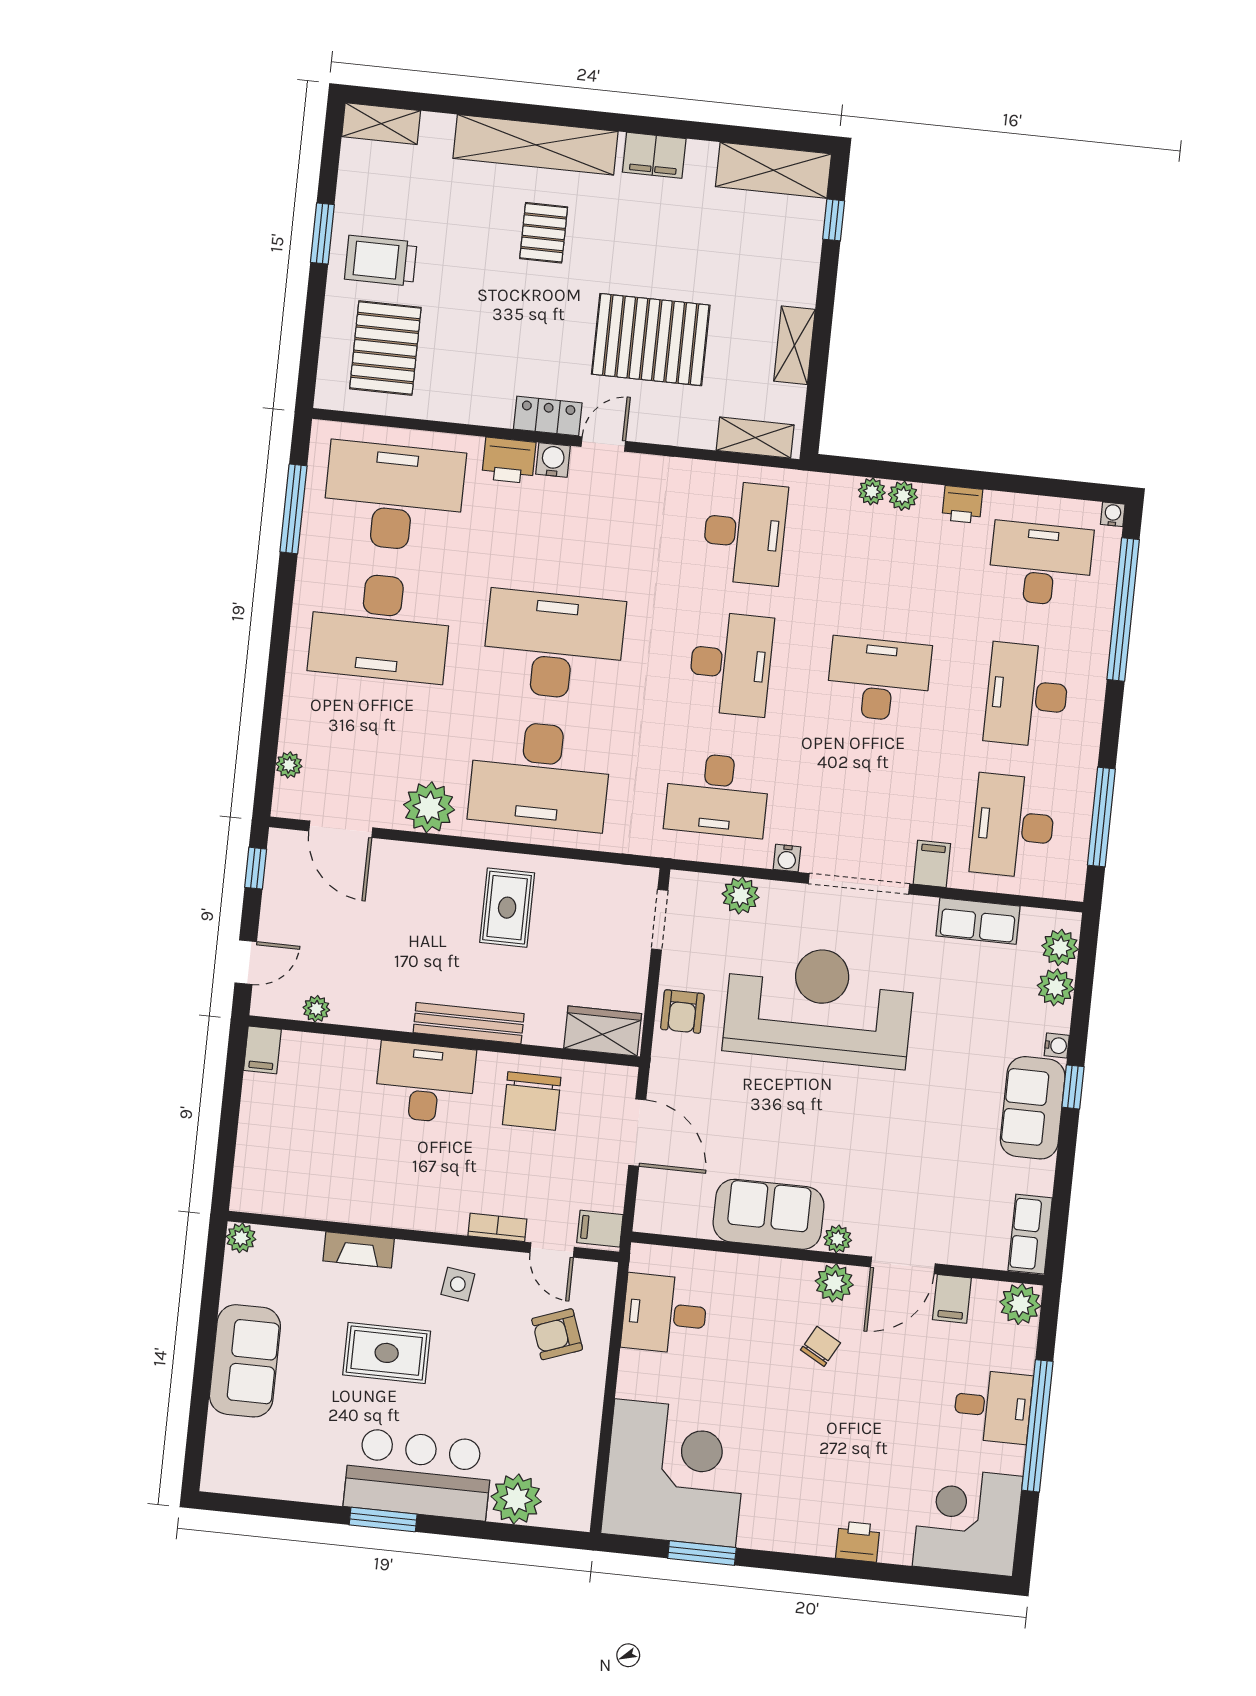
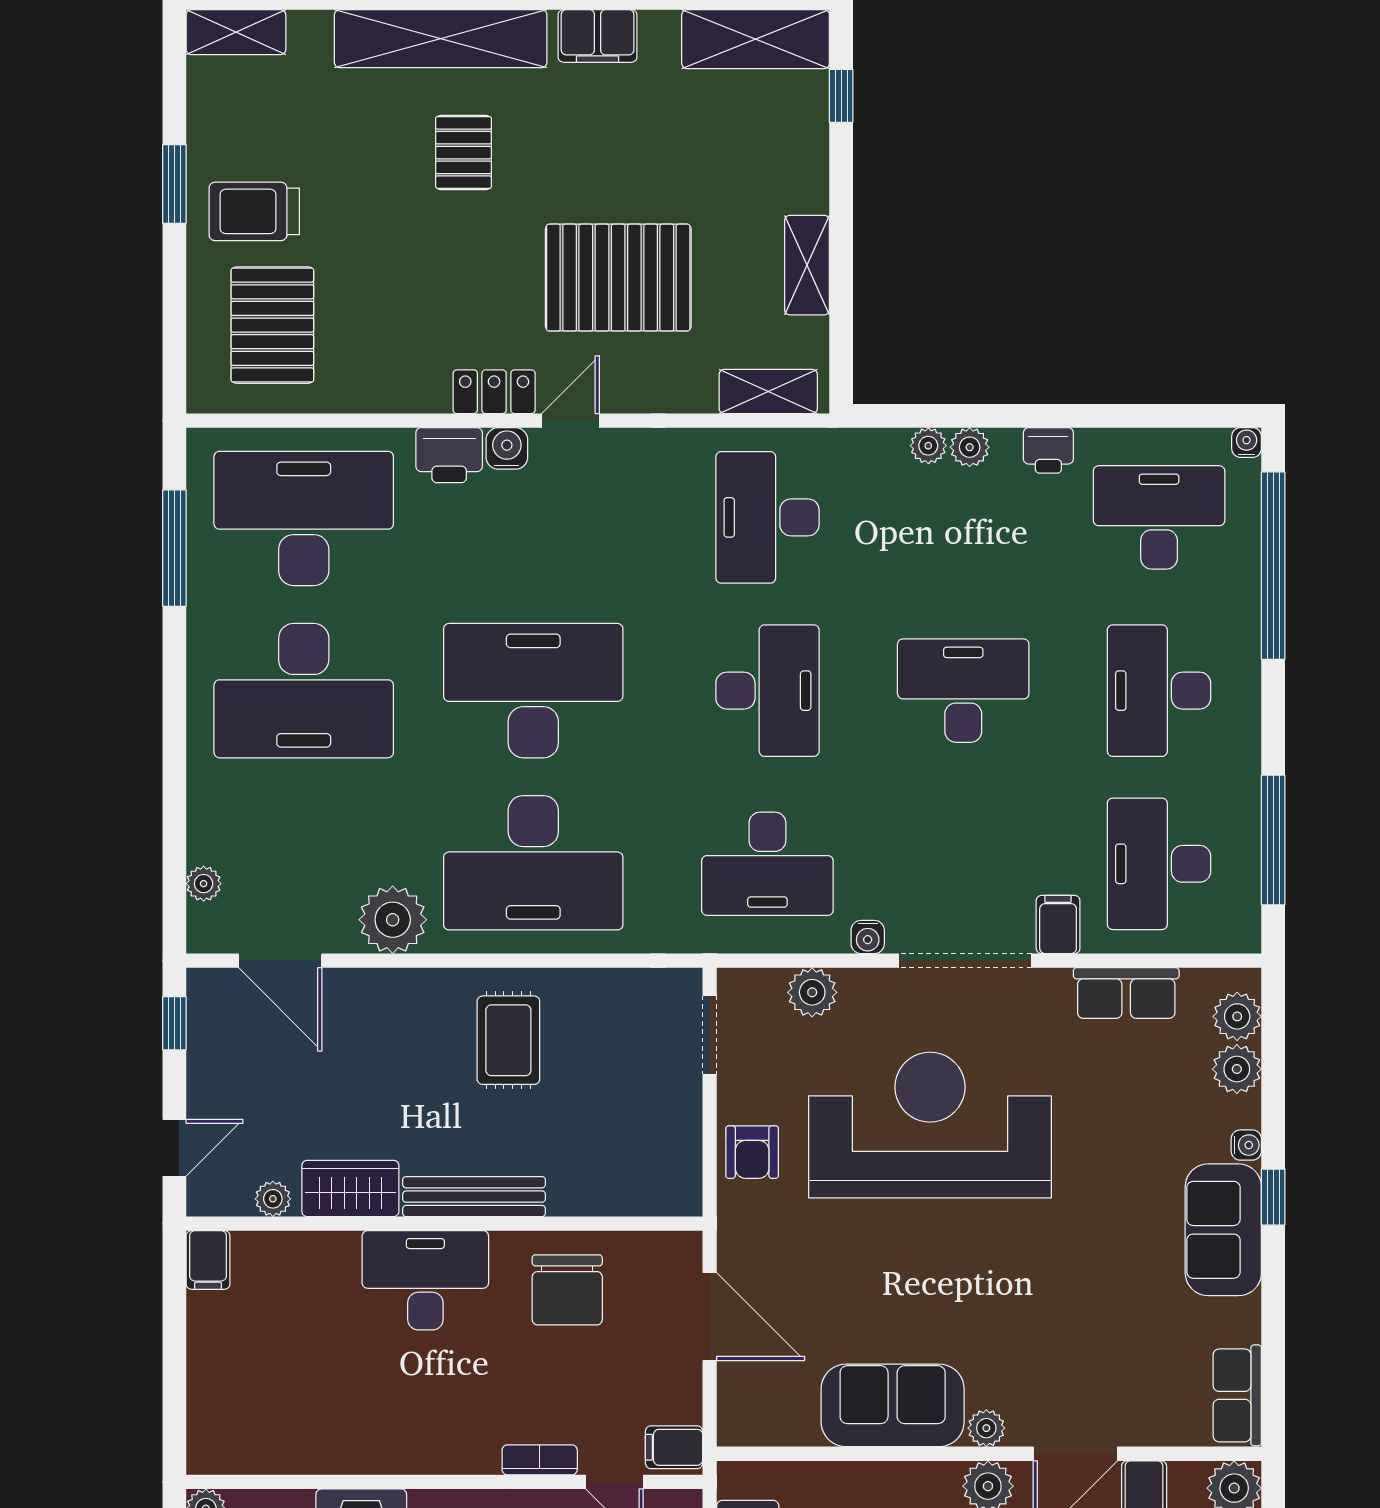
desk: (744, 533) -> (767, 517), turned 180
wardrobe: (603, 1031) -> (350, 1188), moved

